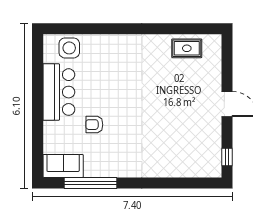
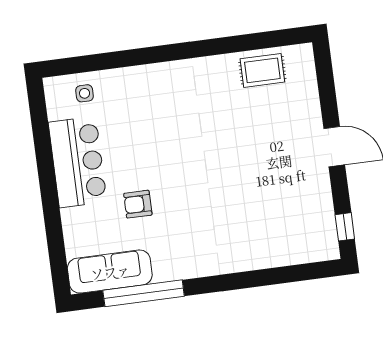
side table: (69, 48) -> (85, 93), width x0.54, depth x0.54
sofa: (63, 166) -> (110, 272), width x1.36

